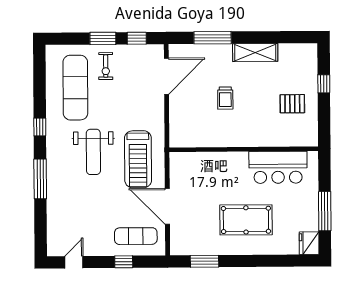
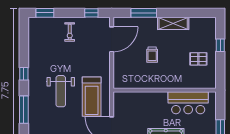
window: (103, 38) -> (45, 13), moved
exercise mat: (75, 88) -> (49, 47), removed

